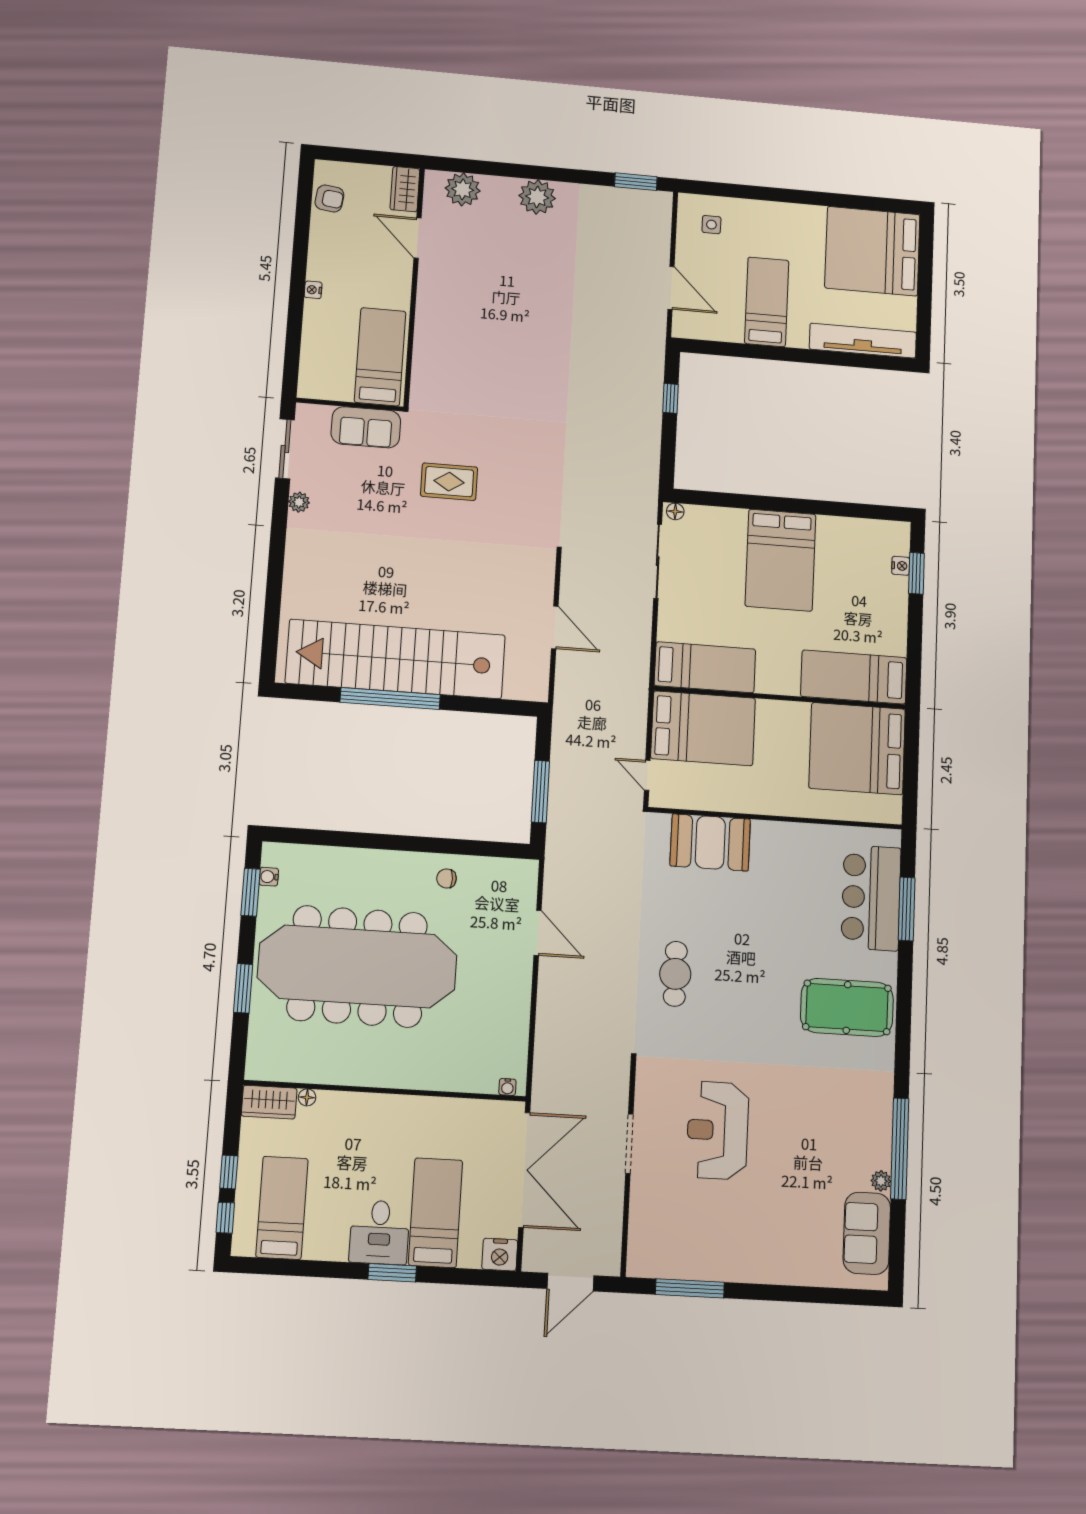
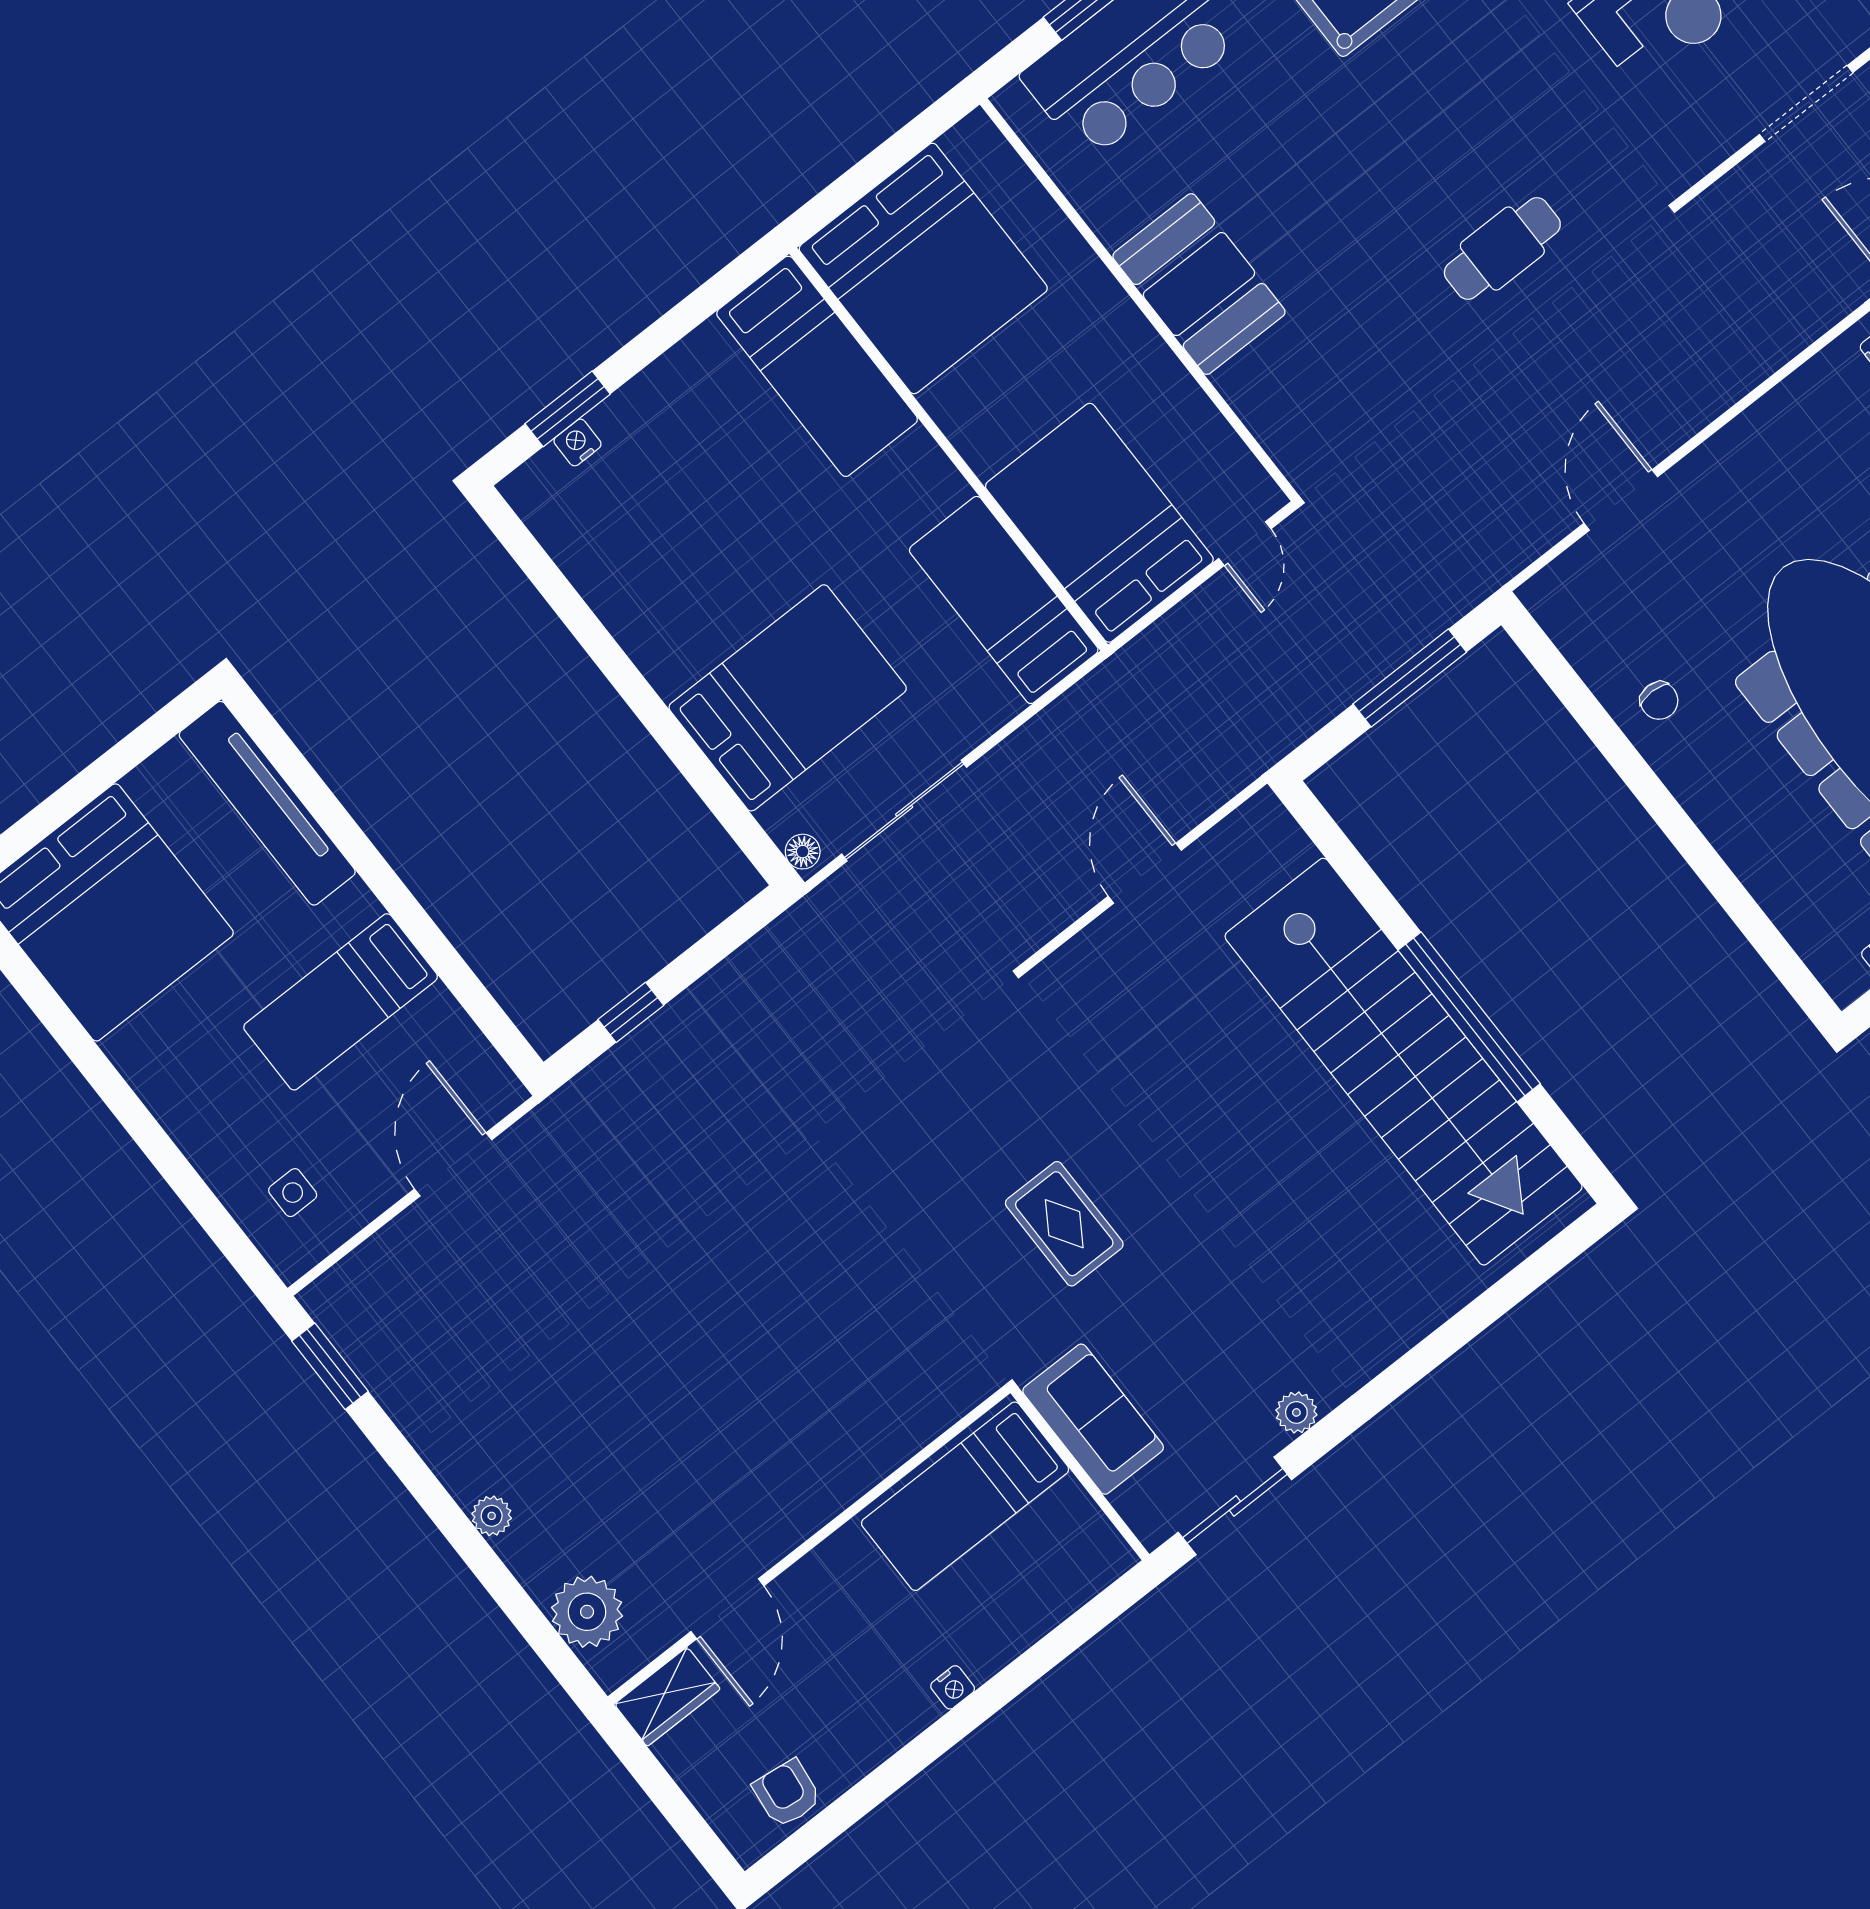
plant: (537, 197) -> (492, 1516), width x0.53, depth x0.53
bed: (780, 560) -> (788, 698), moved
booth: (710, 842) -> (1199, 284), moved

